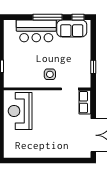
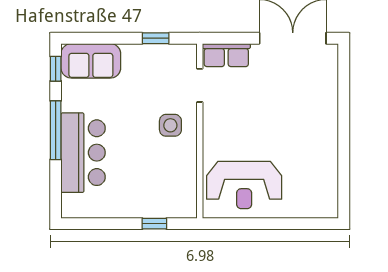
sofa: (72, 28) -> (91, 61), moved, turned 90

